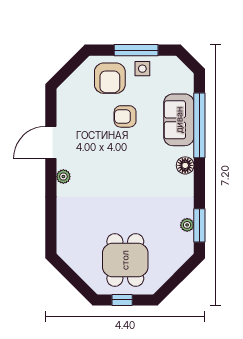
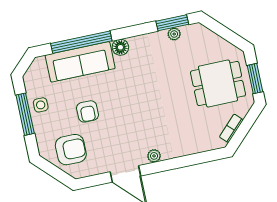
armchair: (110, 78) -> (71, 150), moved
sofa: (179, 120) -> (80, 62), width x1.36
bookcase: (75, 264) -> (231, 128), added
window: (122, 300) -> (255, 79), width x1.50

